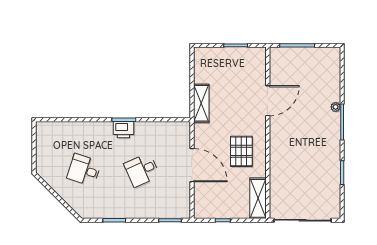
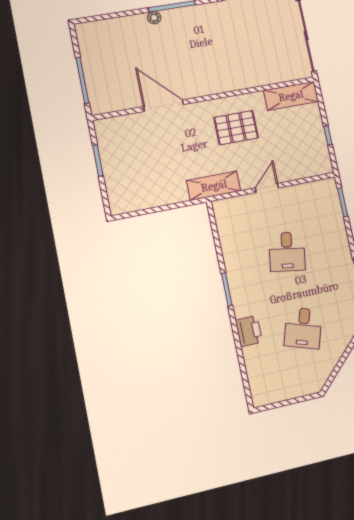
shelving: (201, 103) -> (214, 186), moved
printer: (123, 130) -> (249, 331), moved
door: (192, 165) -> (267, 188), width x0.53
desk: (142, 170) -> (287, 252), turned 33

